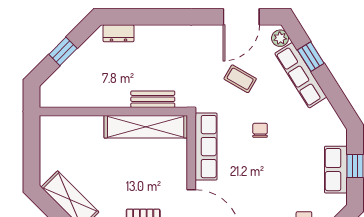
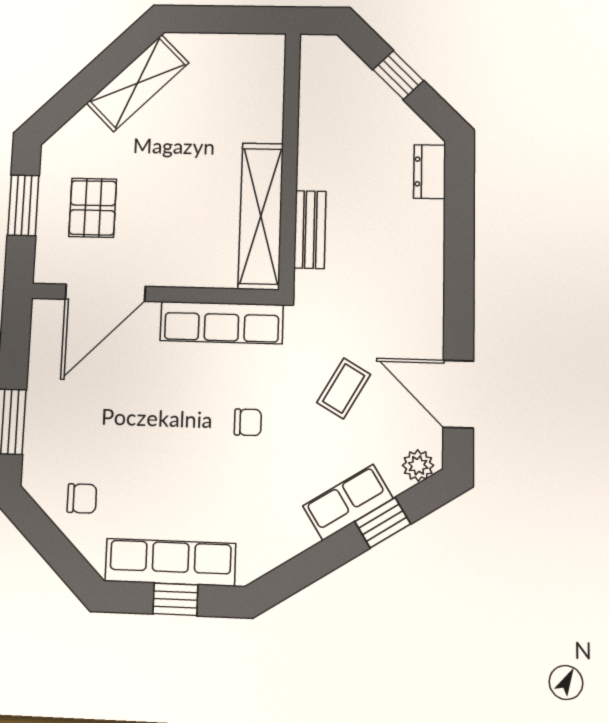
row of seats: (301, 75) -> (348, 502), width x0.68
row of seats: (336, 170) -> (170, 562), width x1.48

